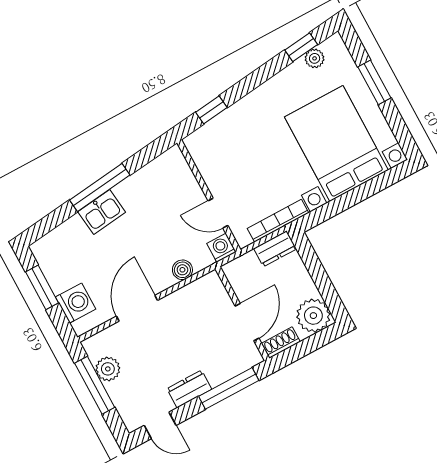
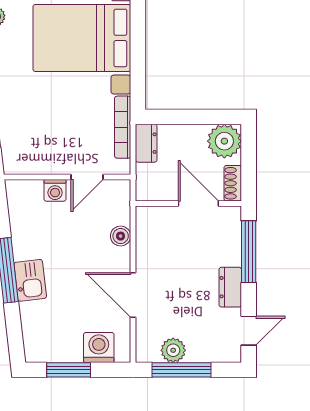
washing machine: (221, 248) -> (55, 190), moved, turned -90

